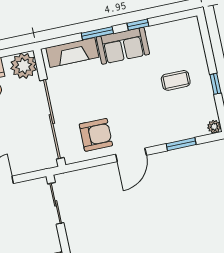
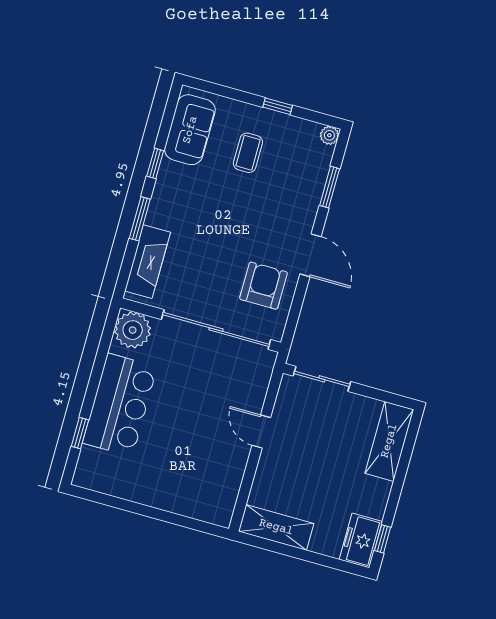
sofa: (123, 46) -> (190, 130), moved

